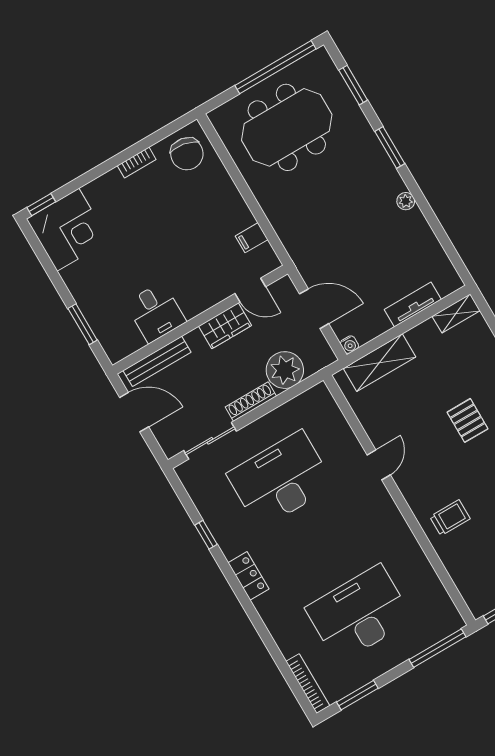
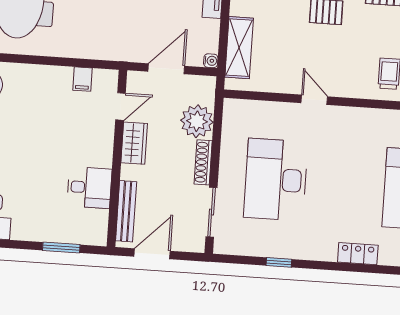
locker: (248, 576) -> (358, 254), moved

